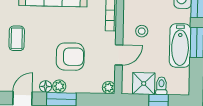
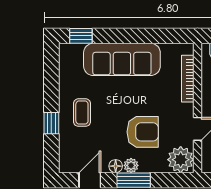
plant: (109, 87) -> (181, 160), width x1.87, depth x1.87

